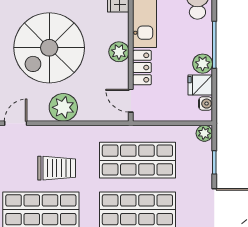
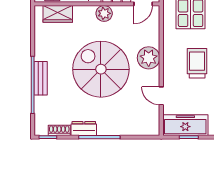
spiral stairs: (49, 48) -> (101, 69), turned 180

